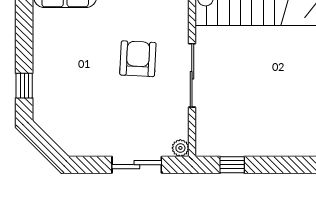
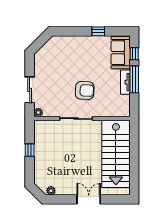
window: (24, 86) -> (98, 31), moved
window: (232, 165) -> (30, 150), moved

